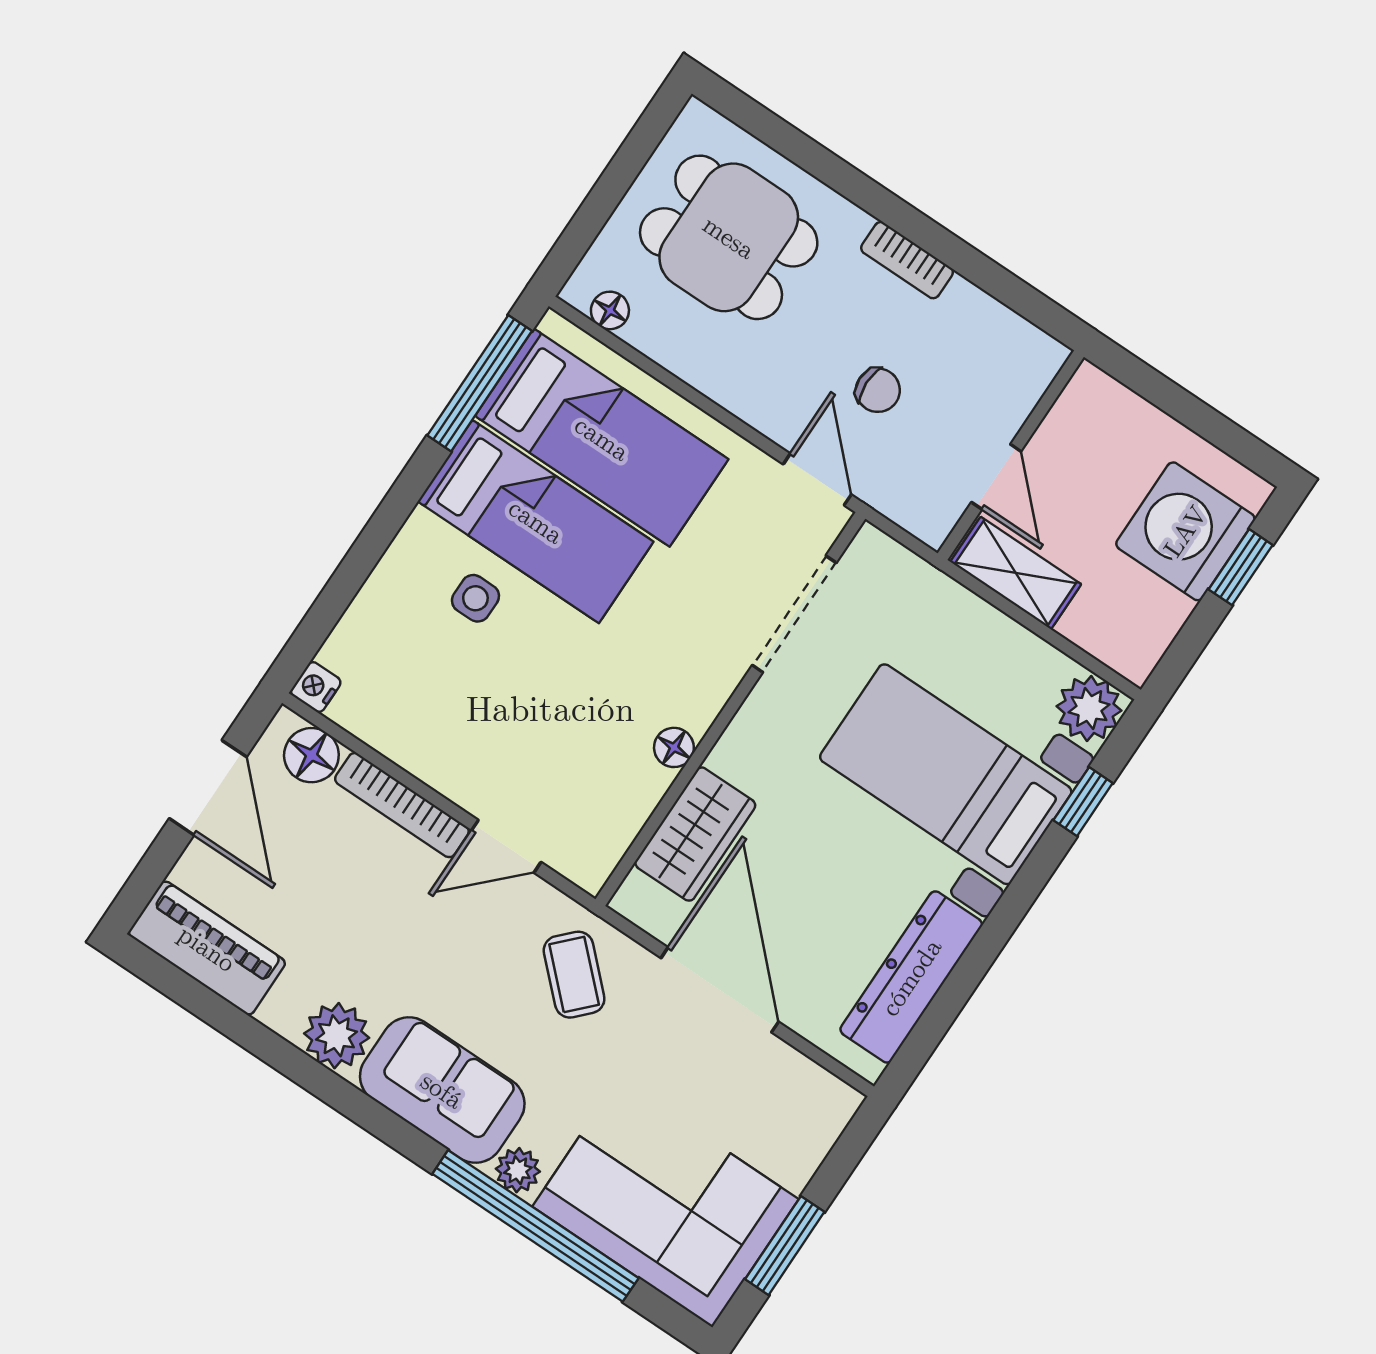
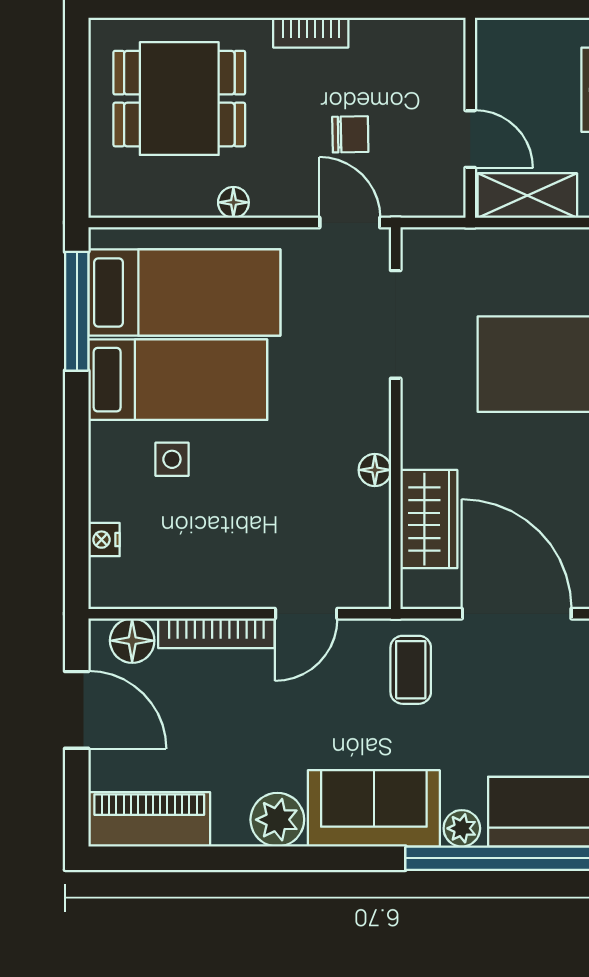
floor lamp: (610, 310) -> (233, 202), moved
nightstand: (316, 687) -> (104, 540), moved
coffee table: (574, 975) -> (411, 670), turned 46

